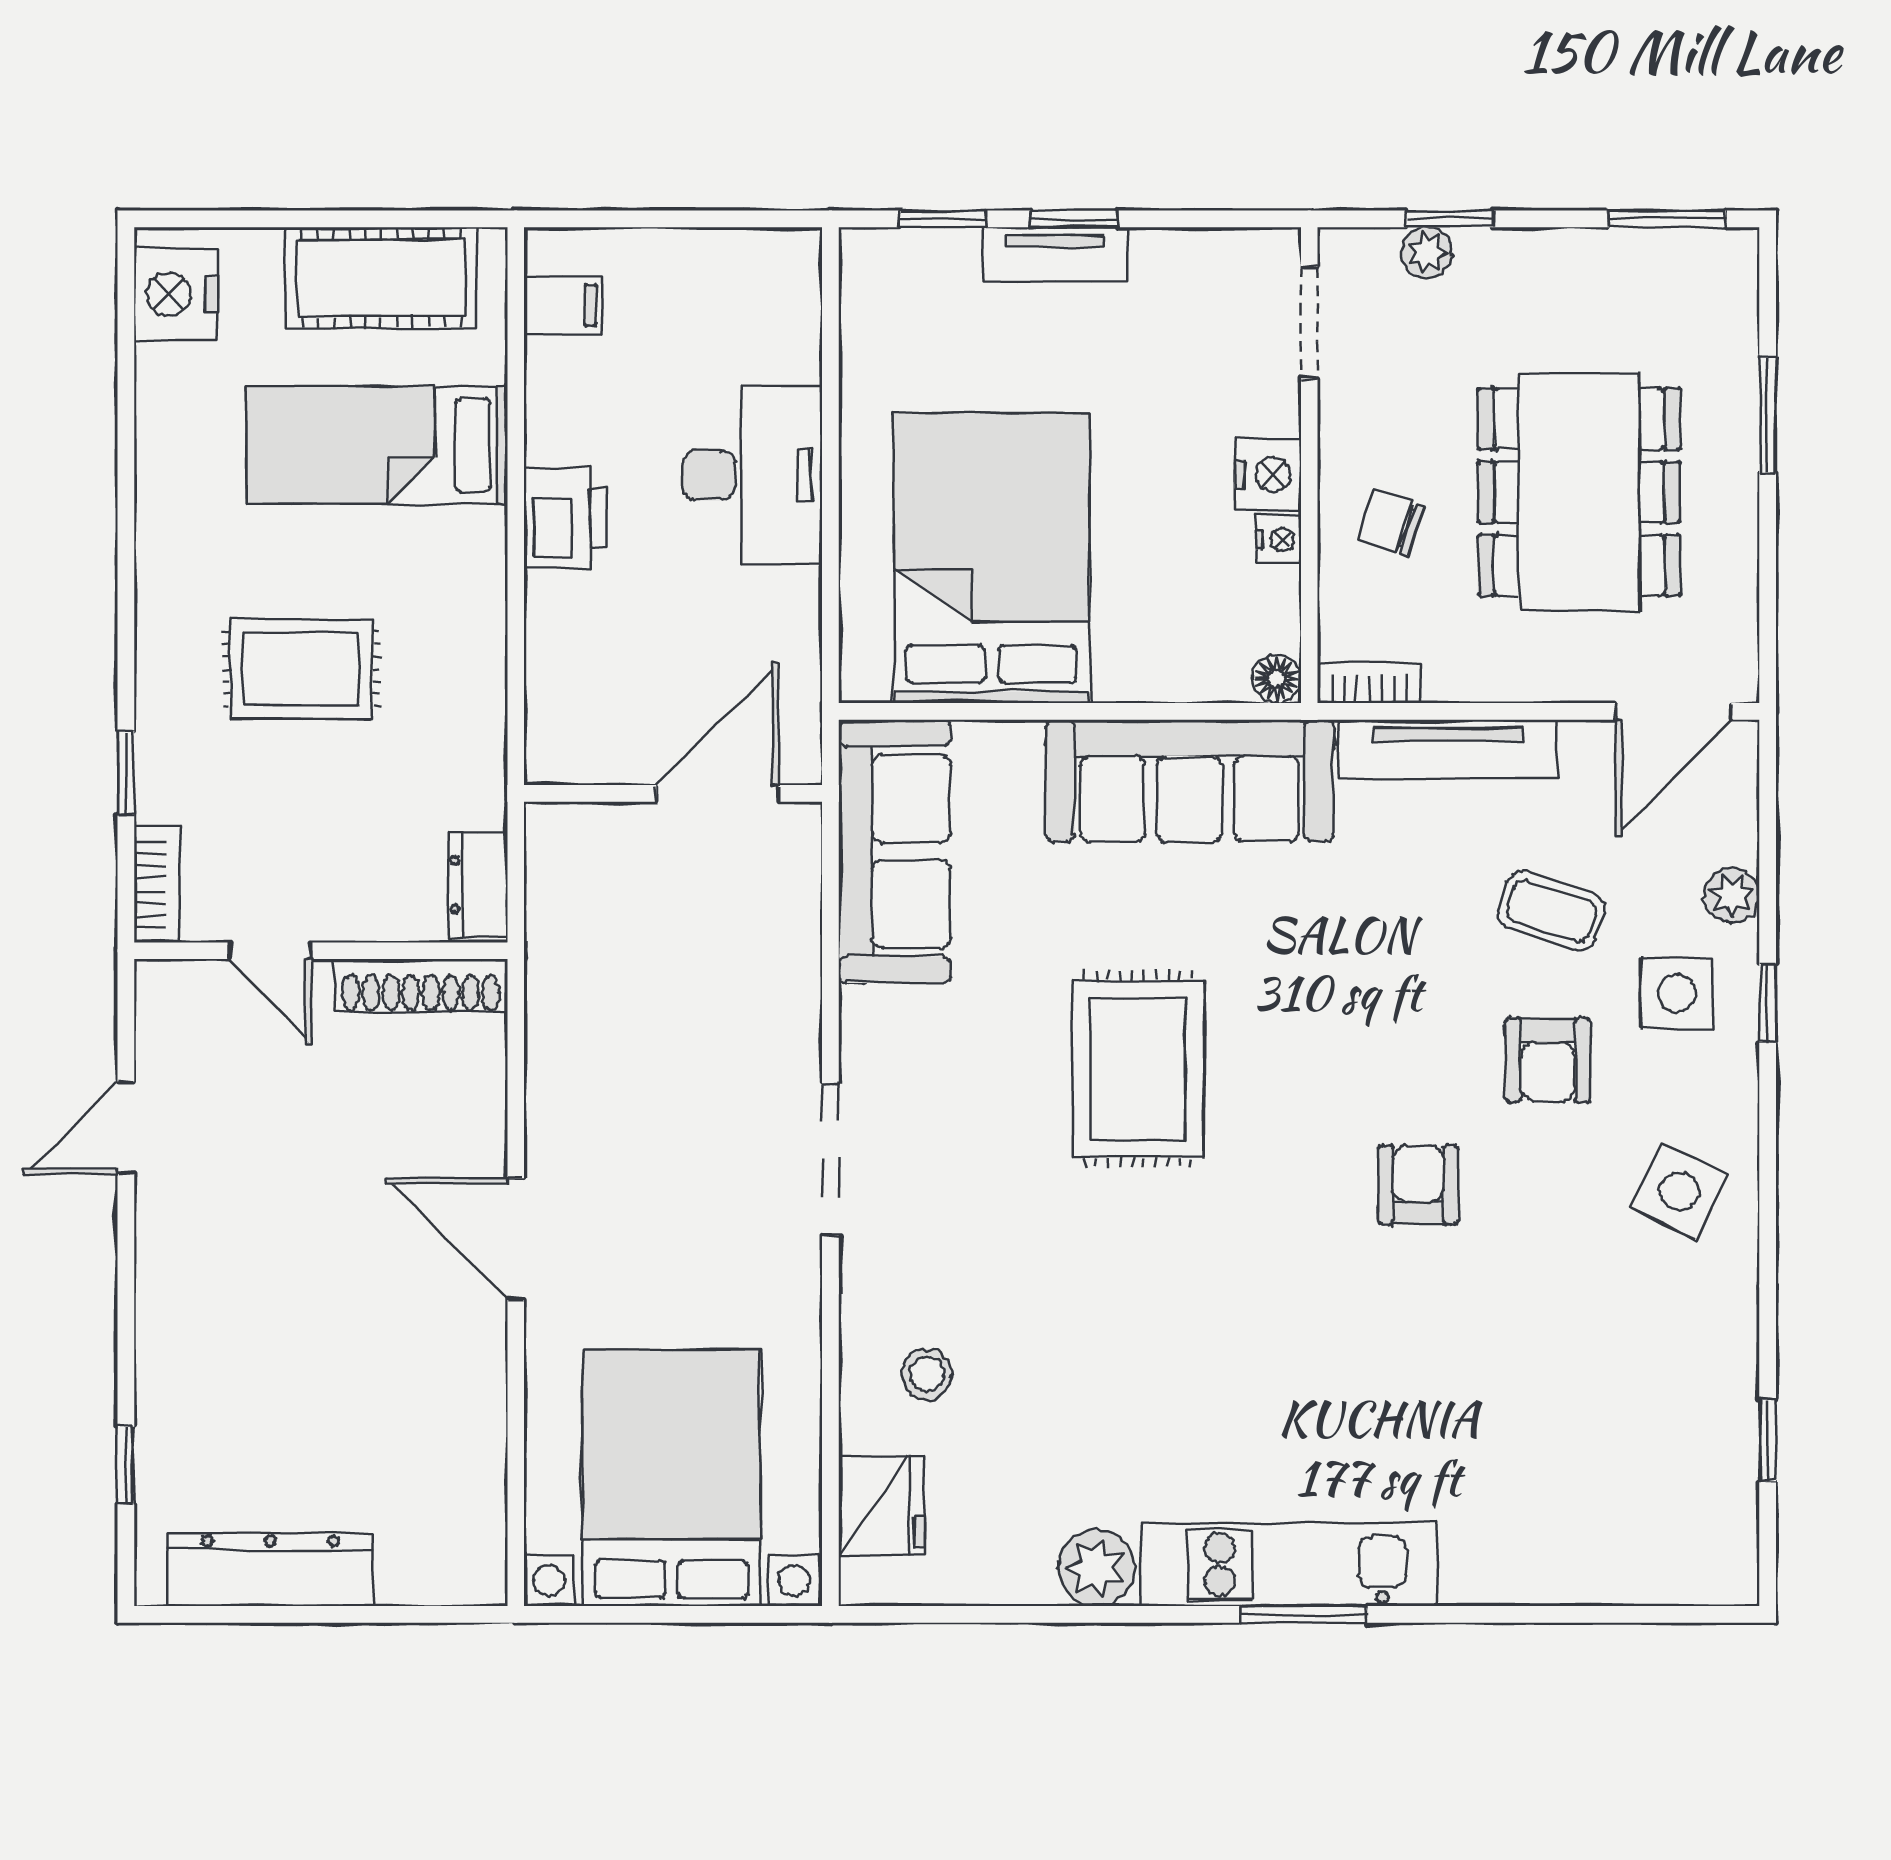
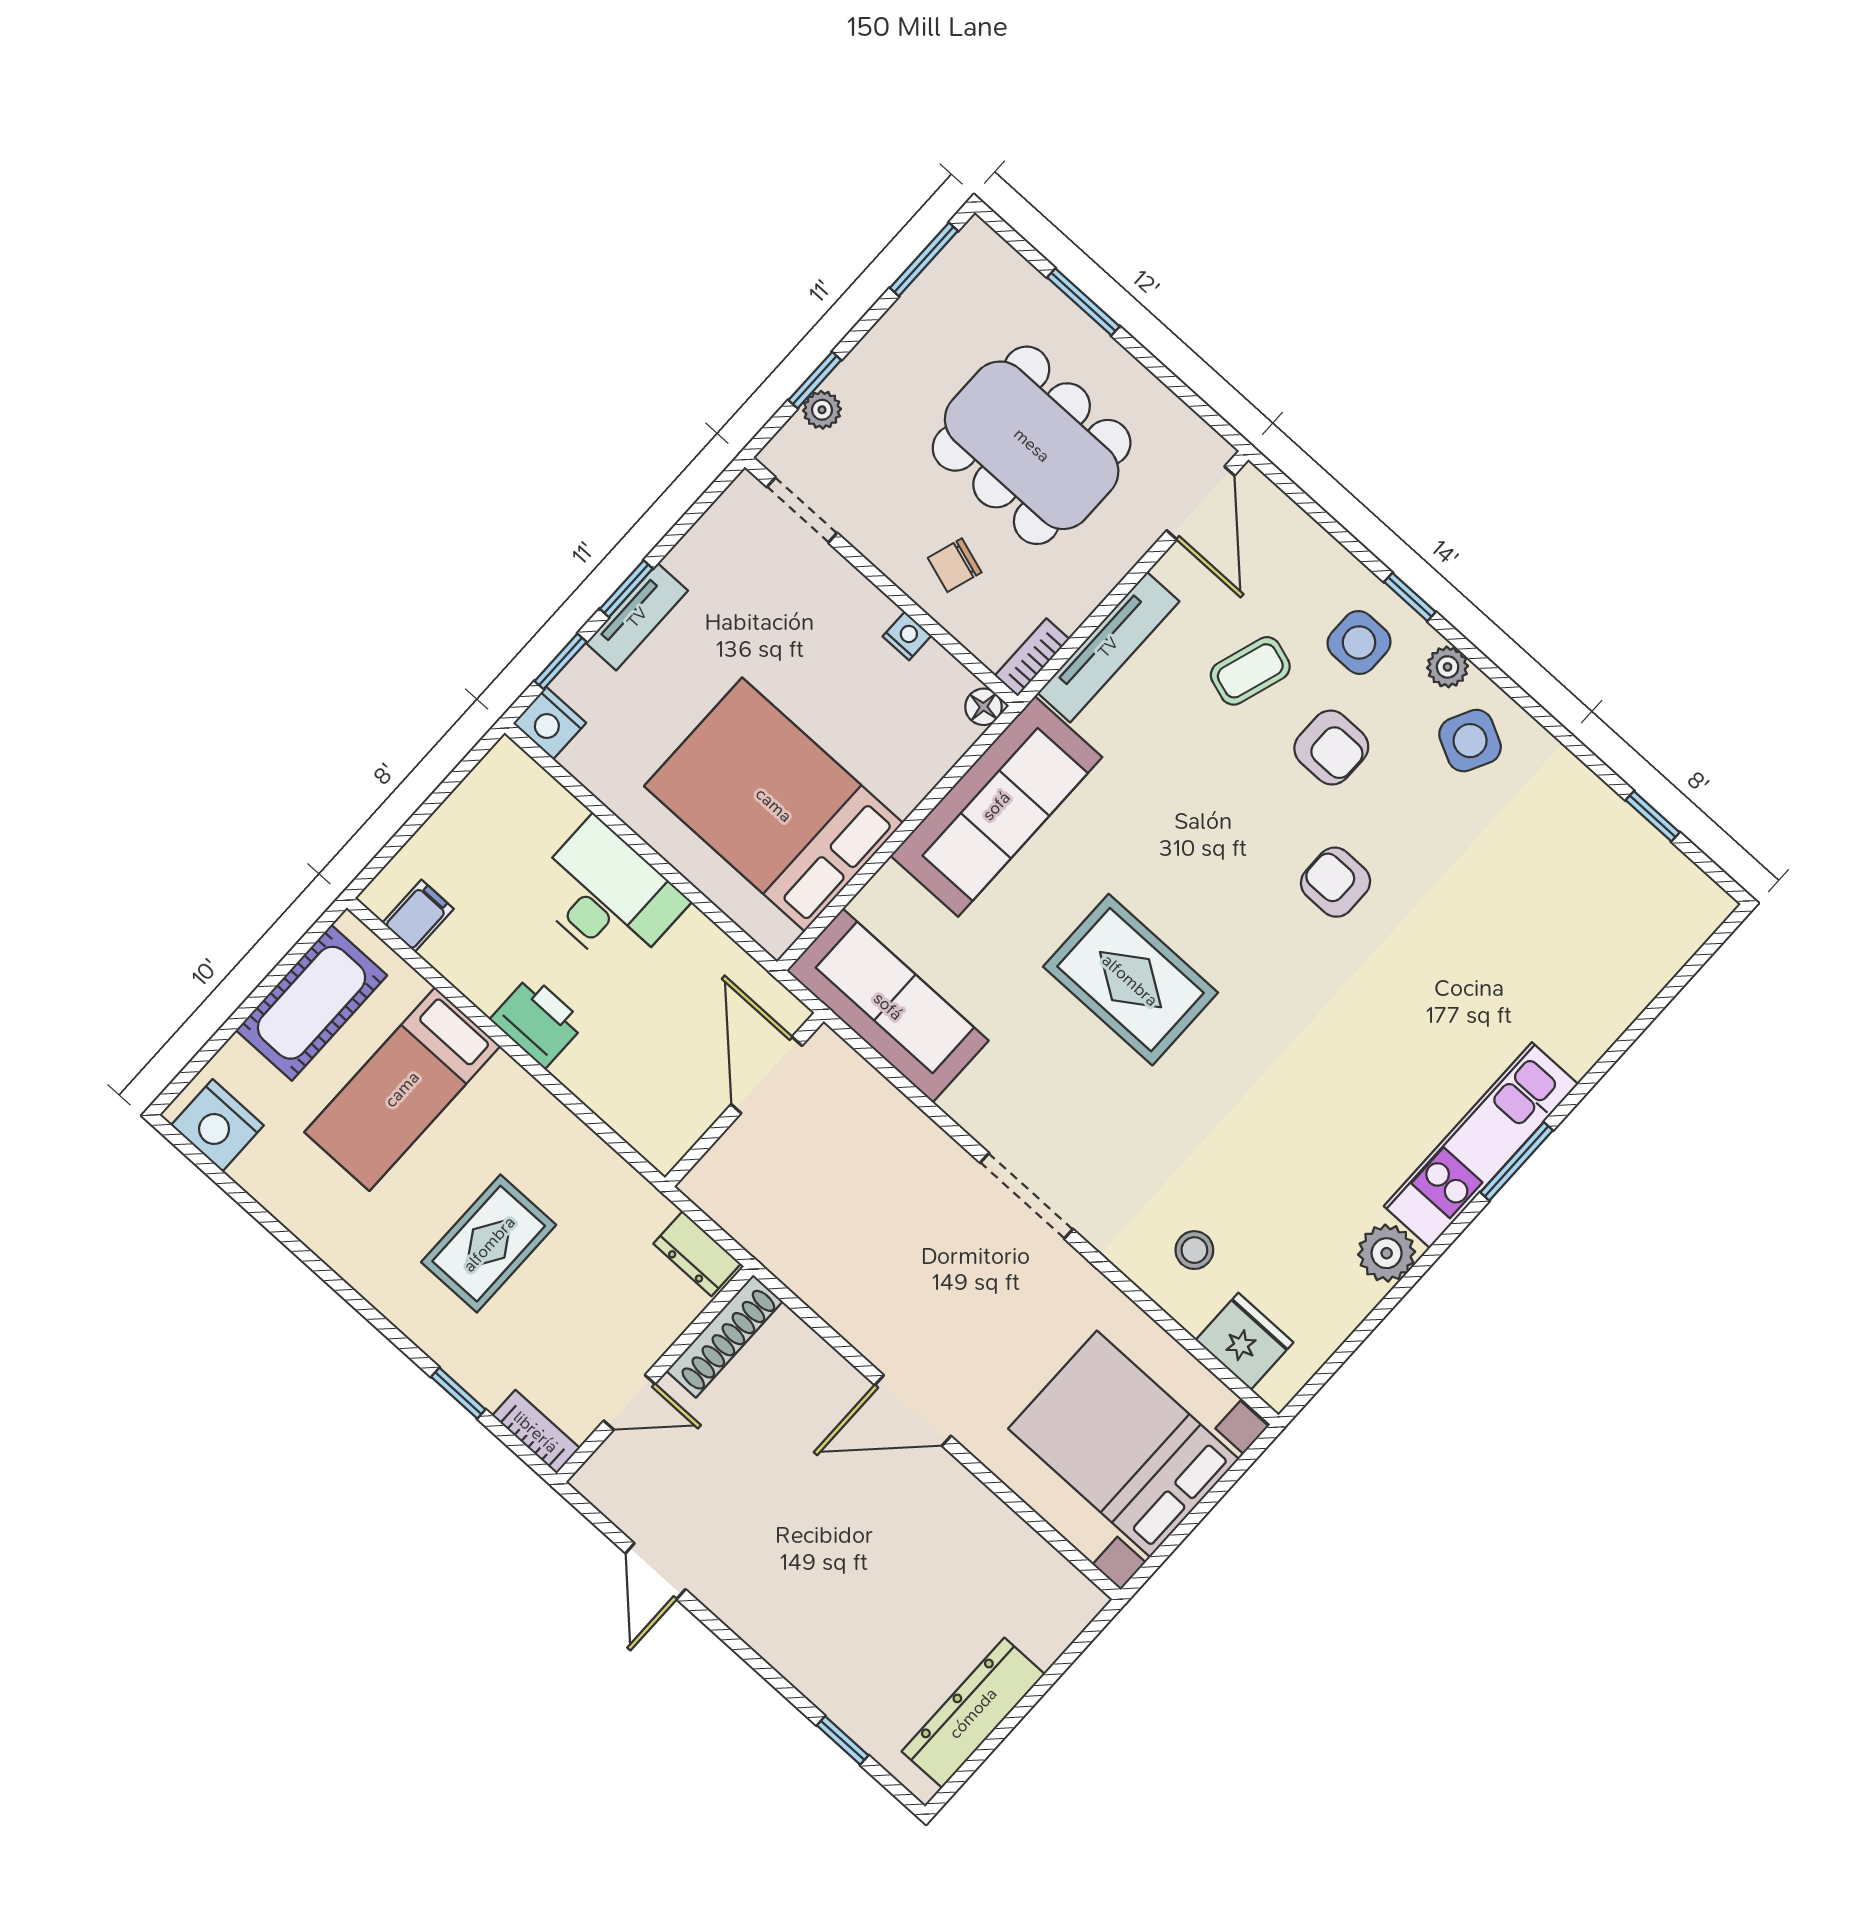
nightstand: (1268, 474) -> (550, 723), moved, turned 180
plant: (1732, 895) -> (1448, 667), moved

